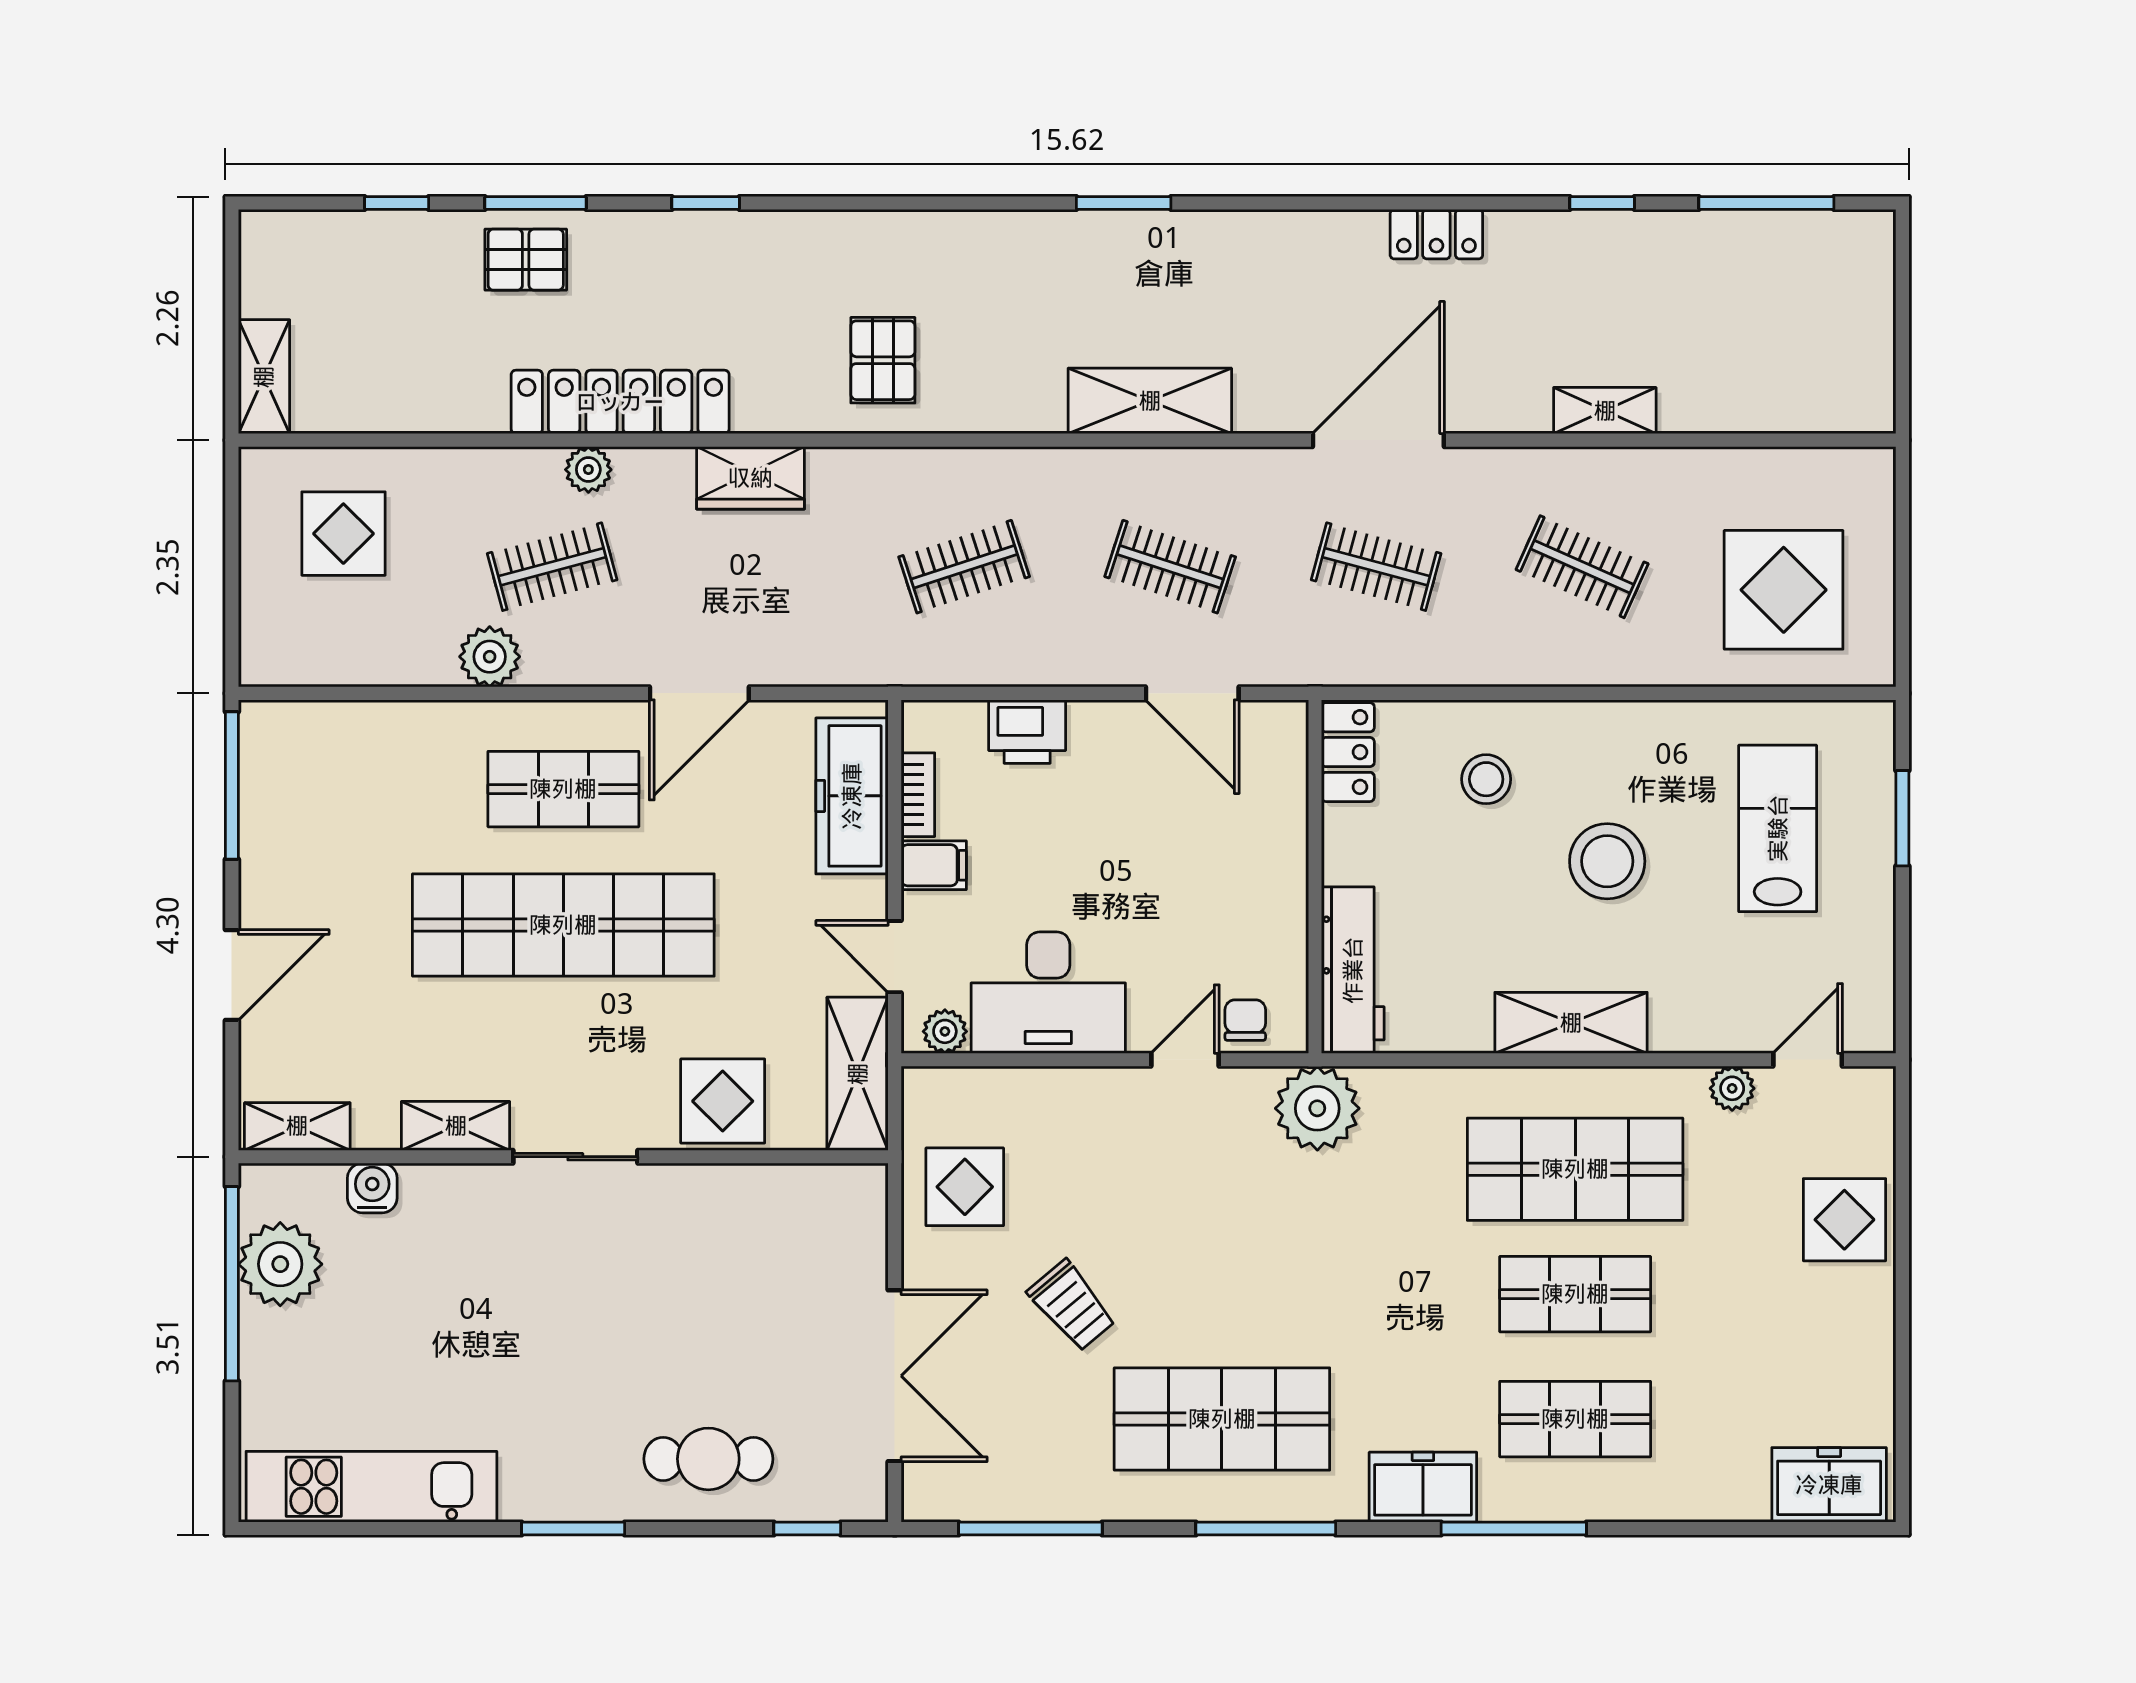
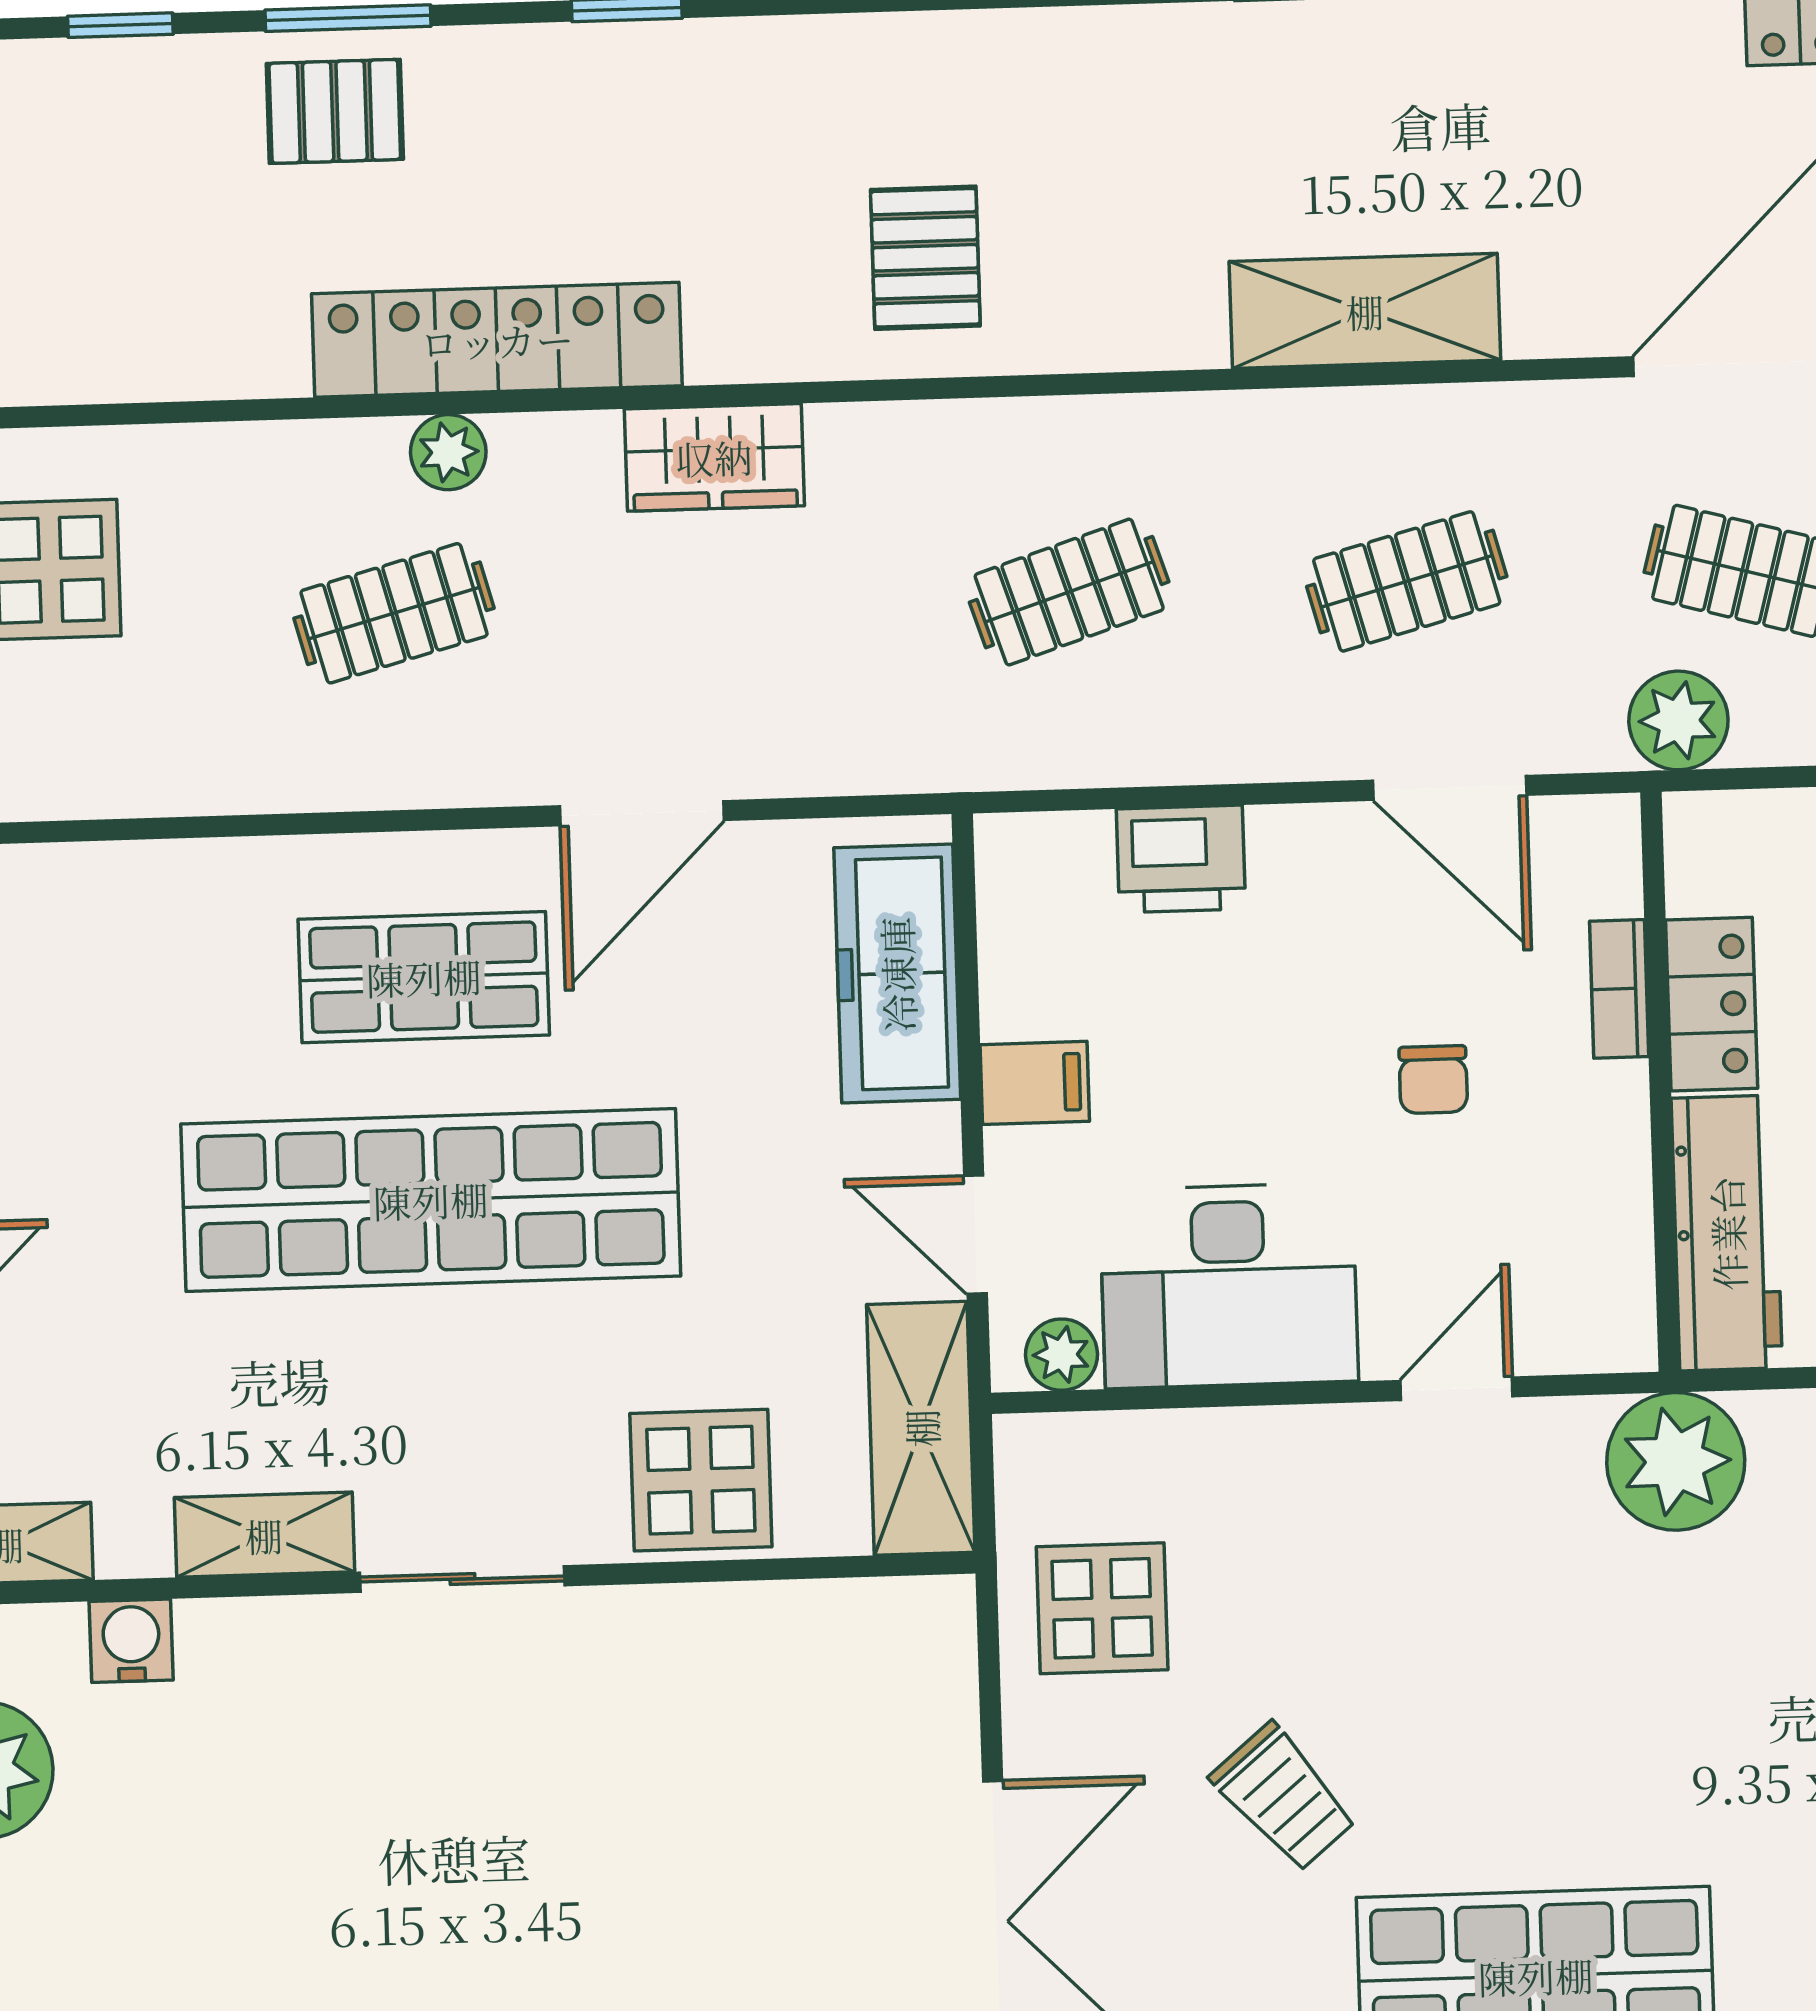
clothes rail: (1170, 567) -> (1407, 581), turned -33
plant: (490, 657) -> (1678, 720), moved
locker: (1348, 752) -> (1712, 1004), moved
bookcase: (918, 795) -> (1619, 989), moved, turned 180
chair: (1245, 1020) -> (1433, 1080), moved, turned 180

